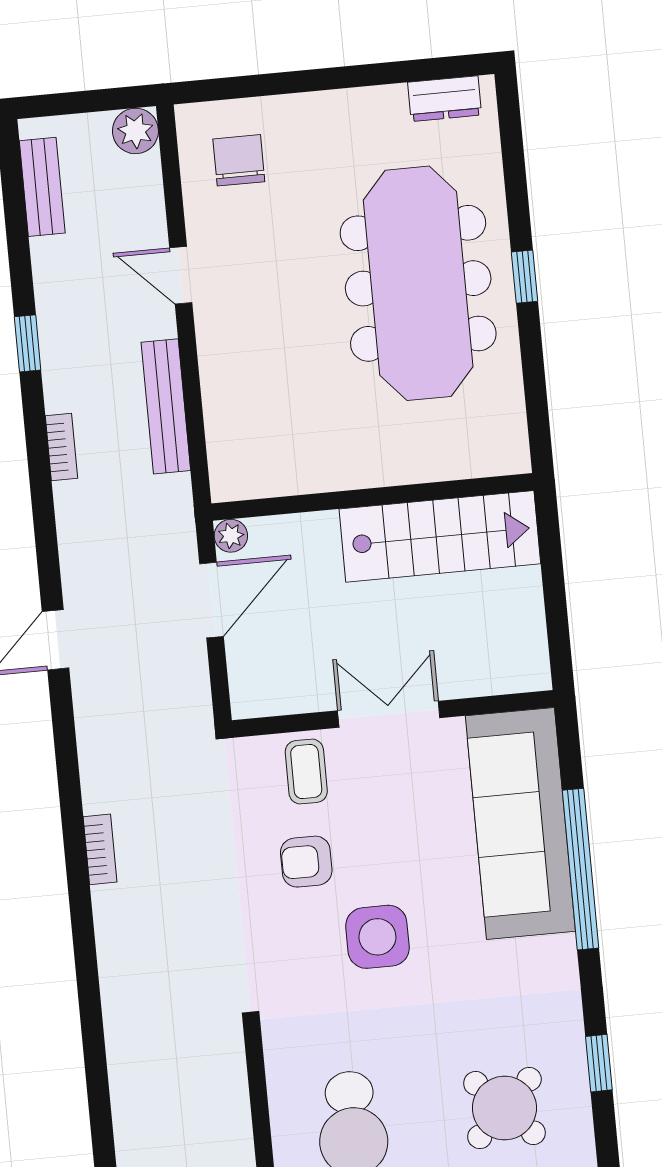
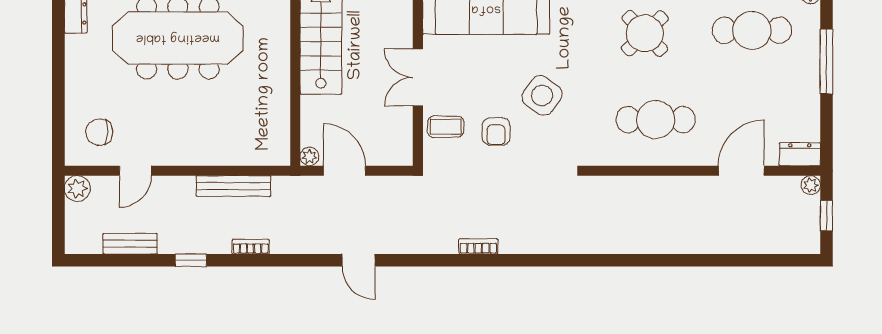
bench: (42, 187) -> (130, 244), moved
door: (181, 275) -> (135, 171), moved
side table: (377, 937) -> (542, 95), turned 35

